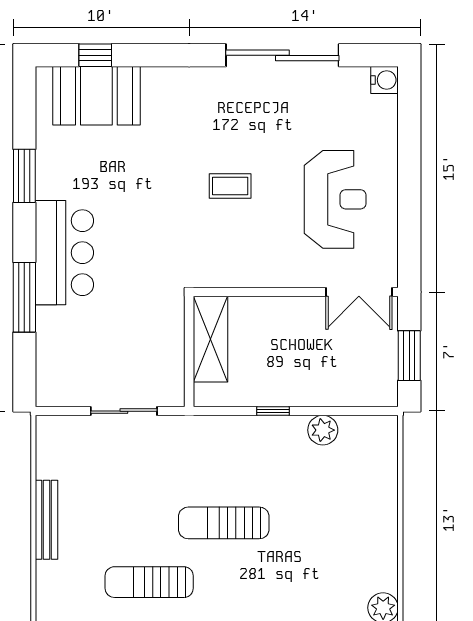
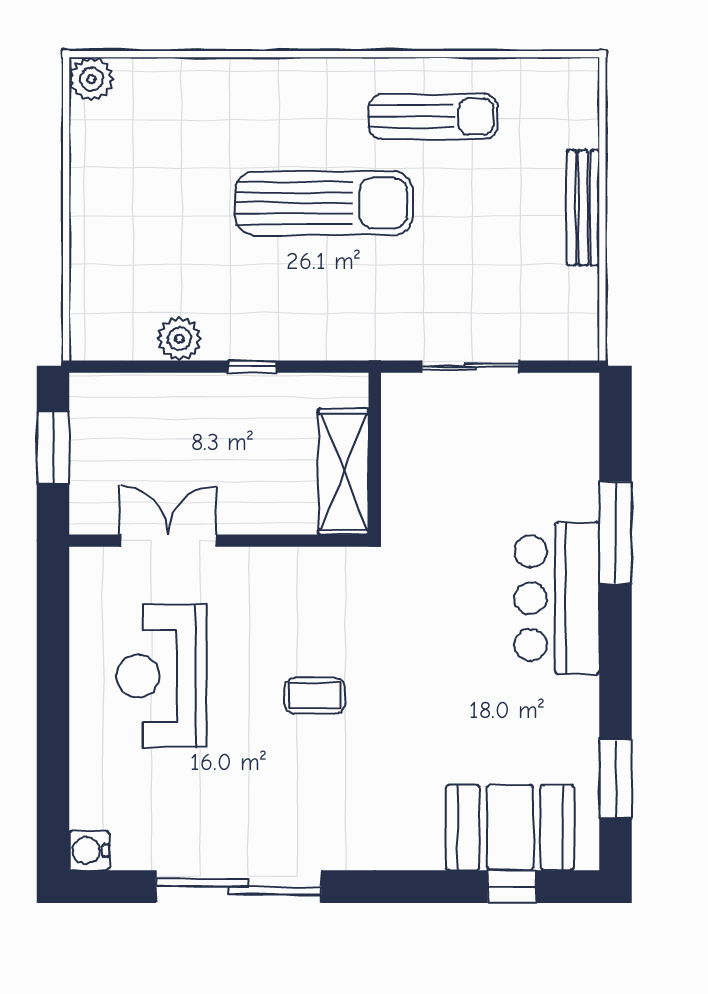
window: (24, 176) -> (615, 779), moved
double door: (359, 292) -> (168, 541), moved
sun lounger: (224, 523) -> (324, 203), width x1.36, depth x1.34

